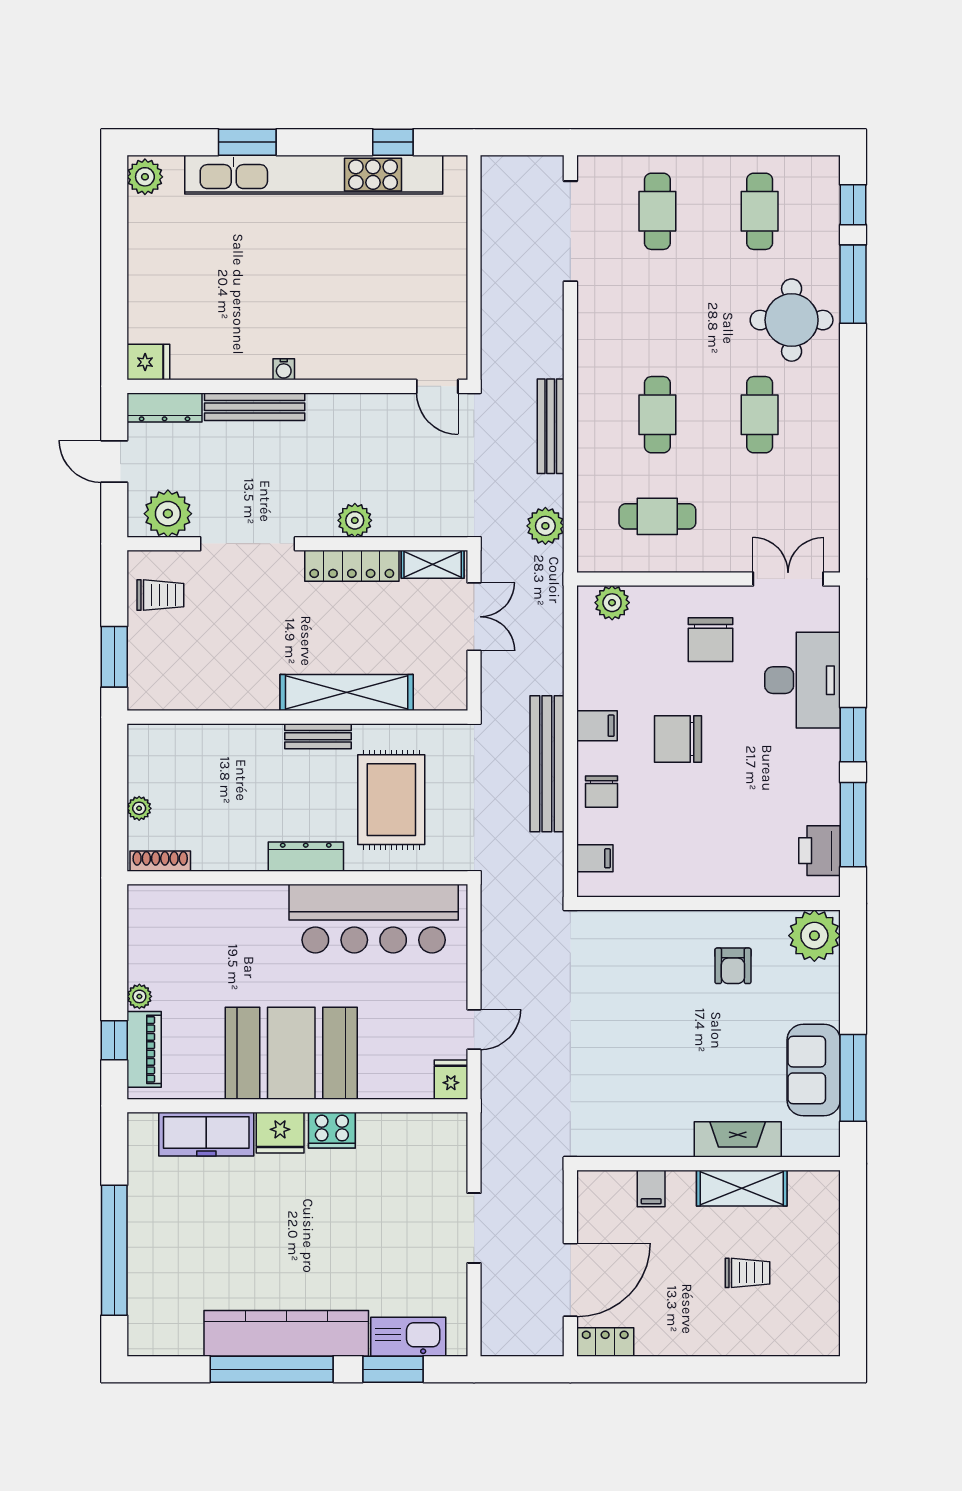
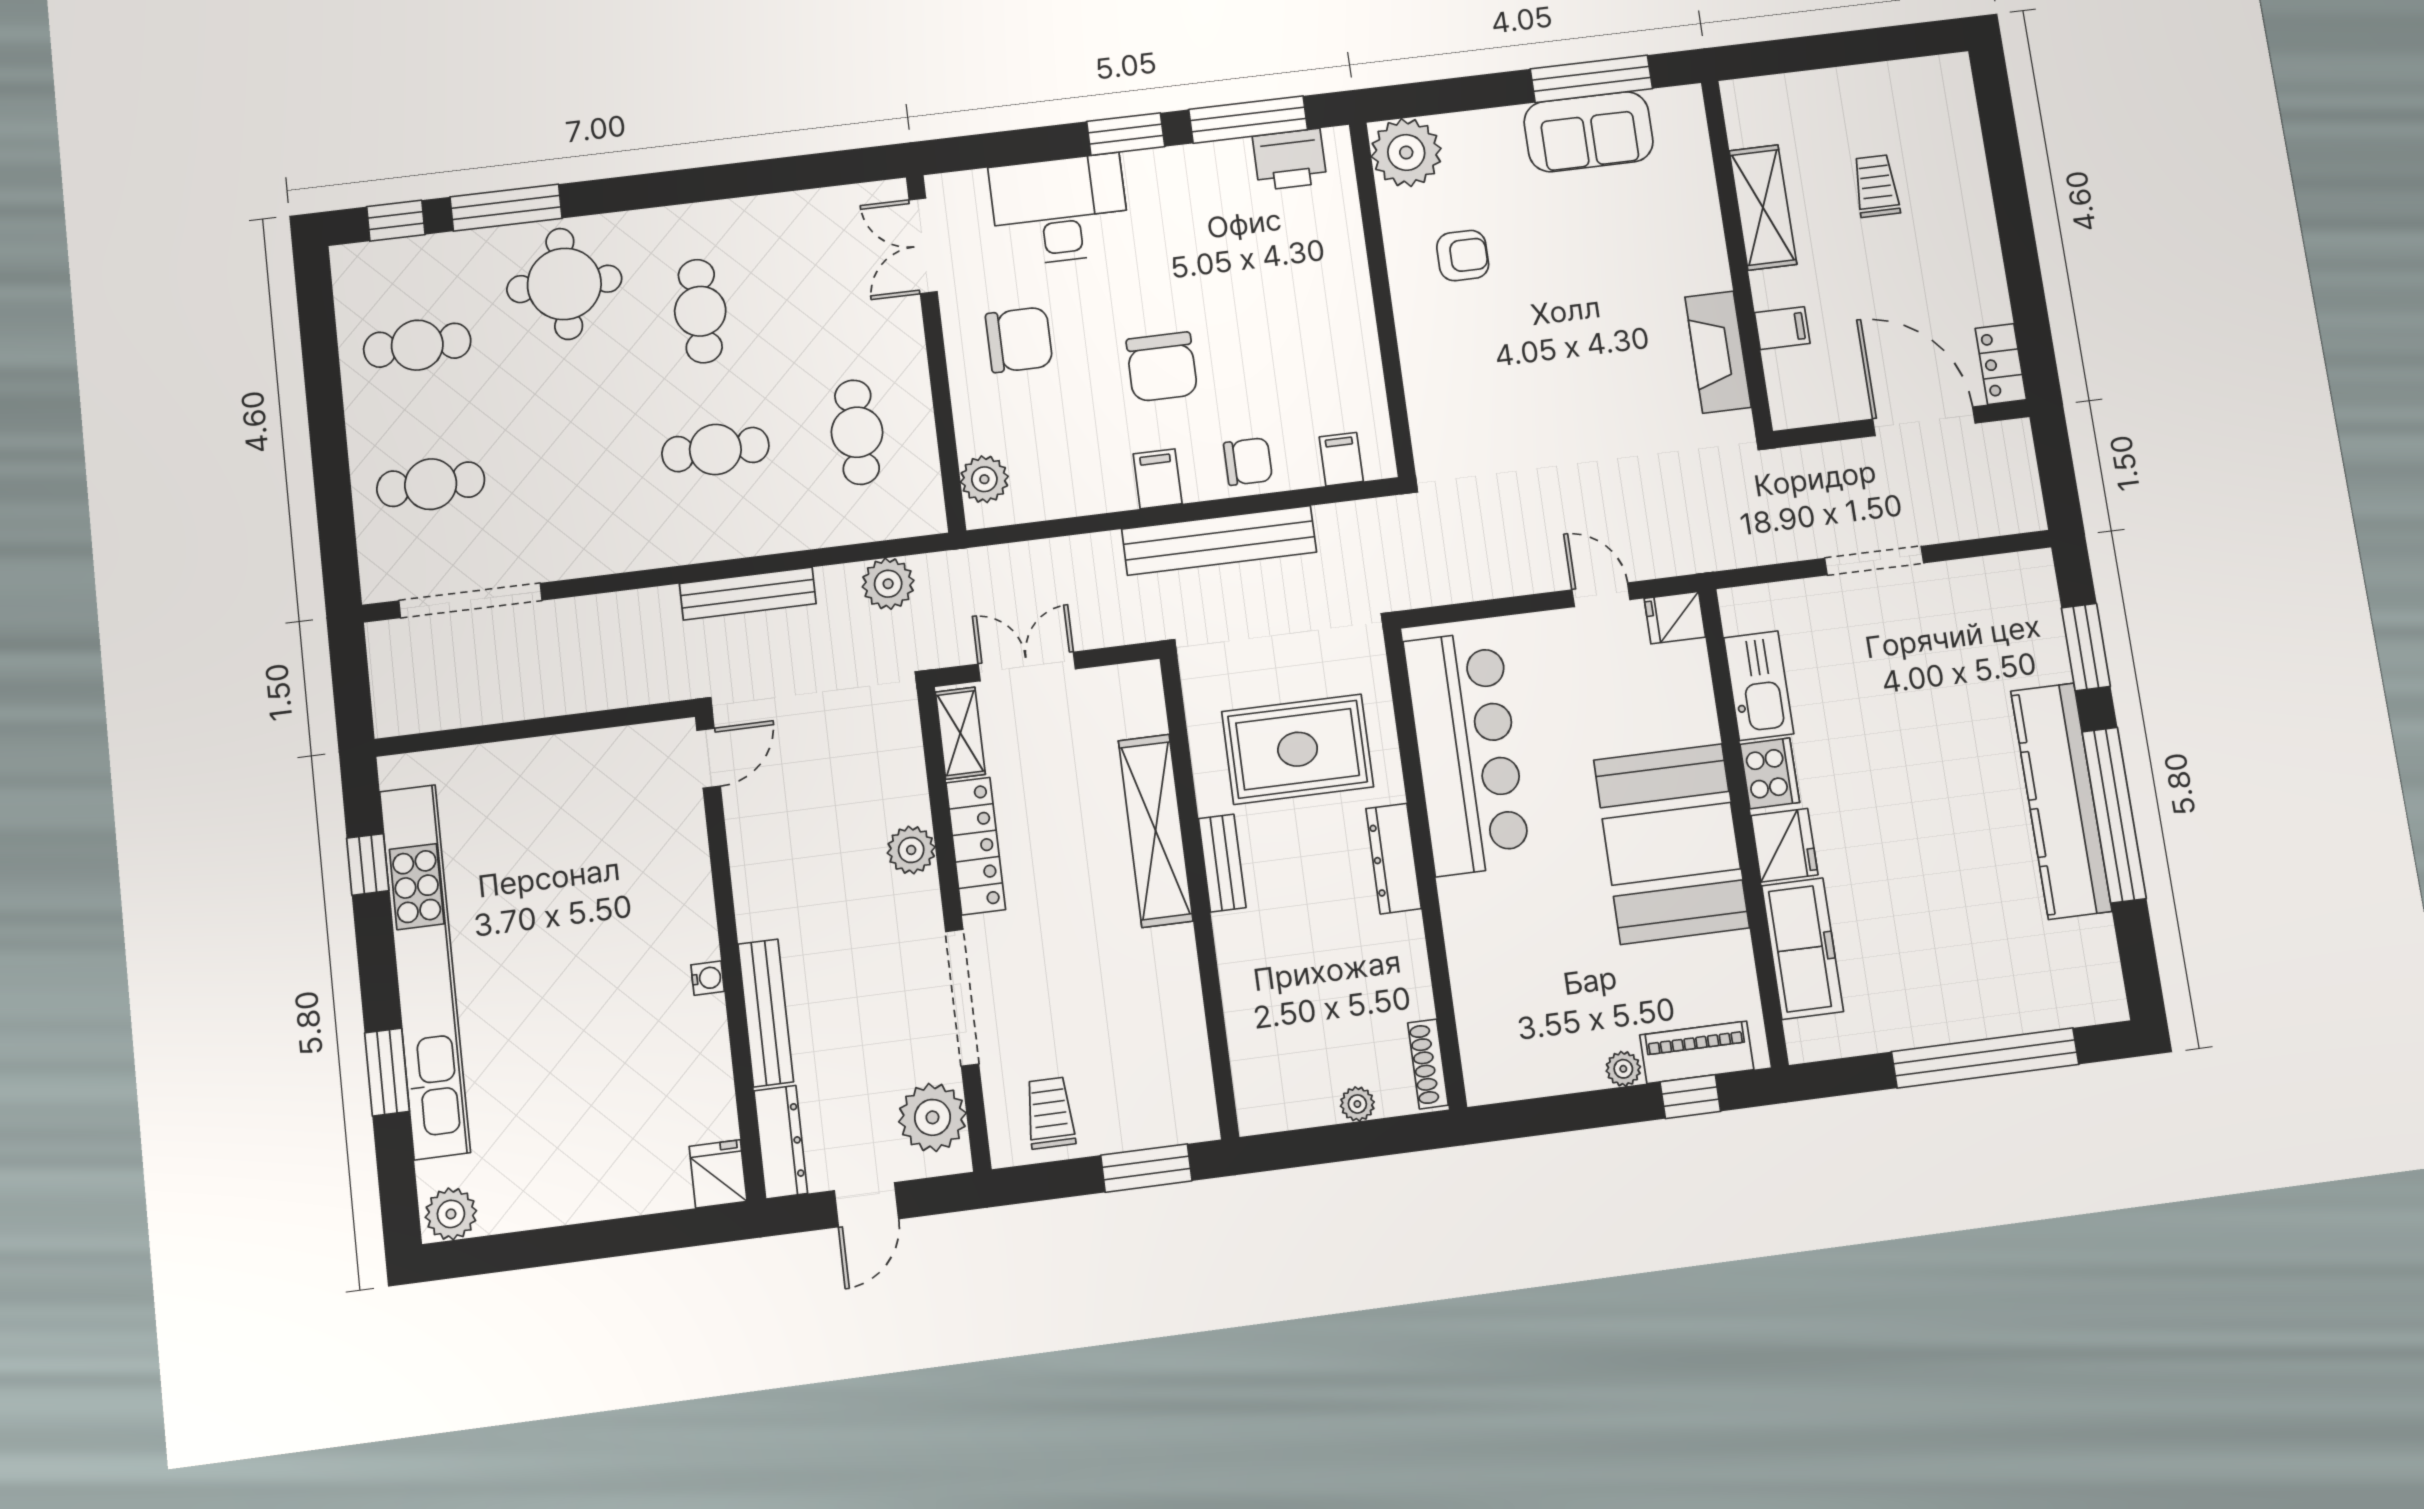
cafe table: (760, 415) -> (700, 311), turned 90
fireplace: (738, 1139) -> (1718, 352), moved
kitchen sink: (408, 1337) -> (1759, 686), moved, turned 180

